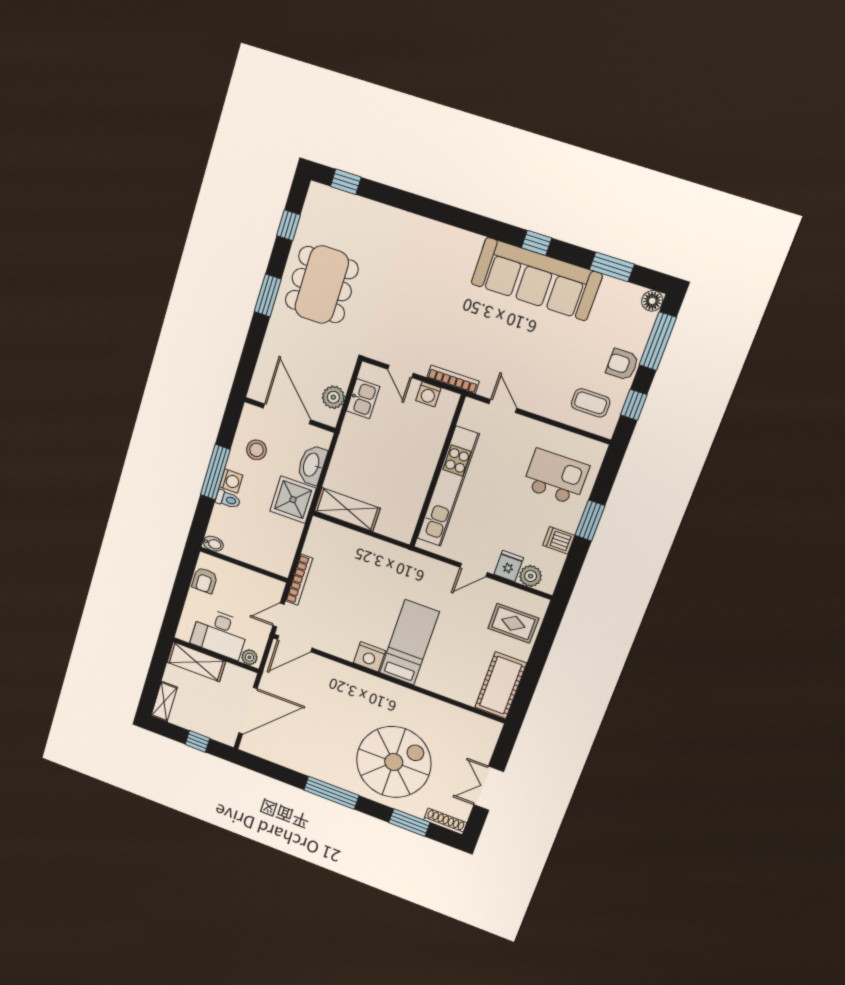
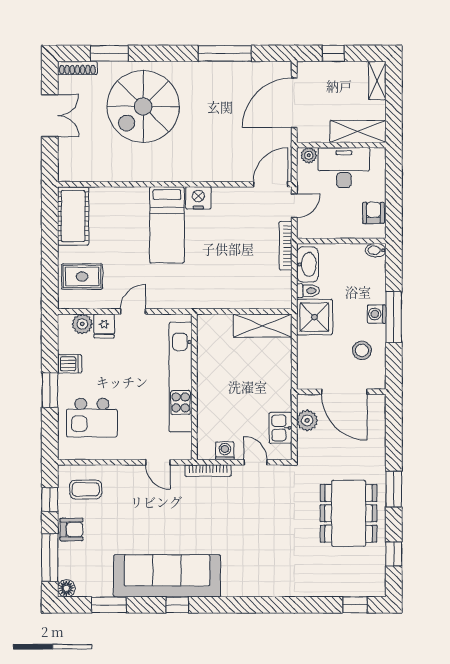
washbasin: (312, 465) -> (307, 264), moved
toilet: (228, 499) -> (308, 291), moved, turned 180
window: (331, 793) -> (225, 53), moved

